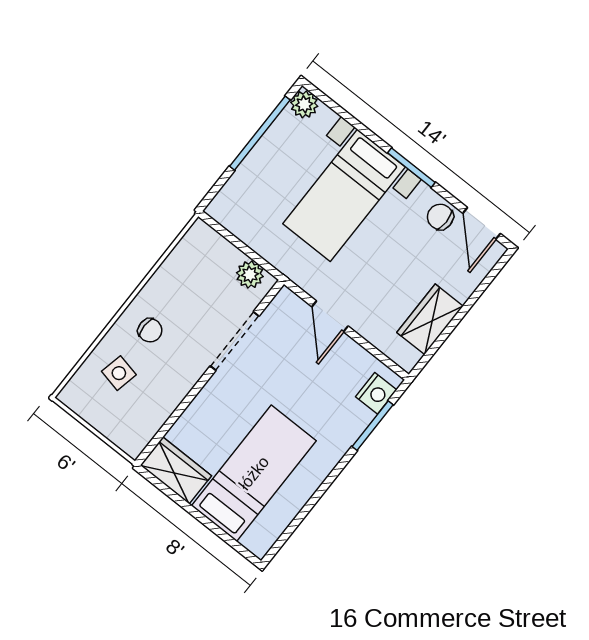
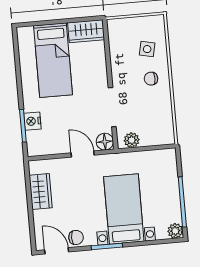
floor lamp: (286, 305) -> (105, 142), added
nightstand: (376, 393) -> (32, 121), moved

